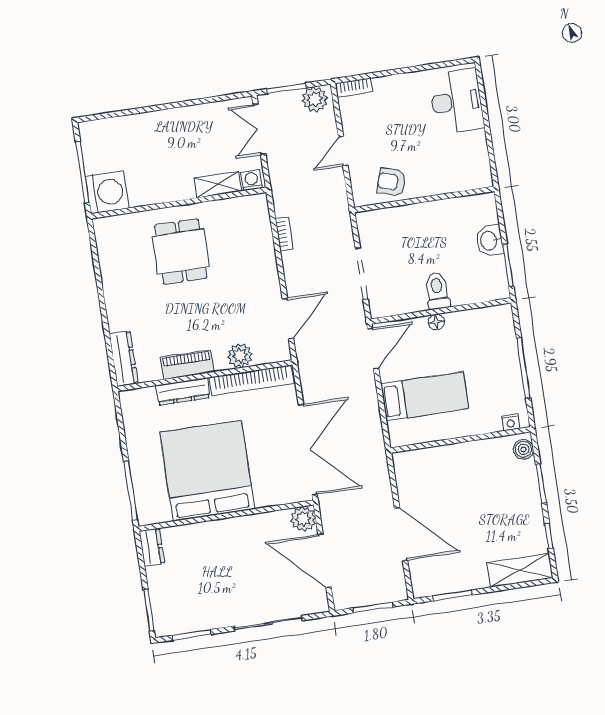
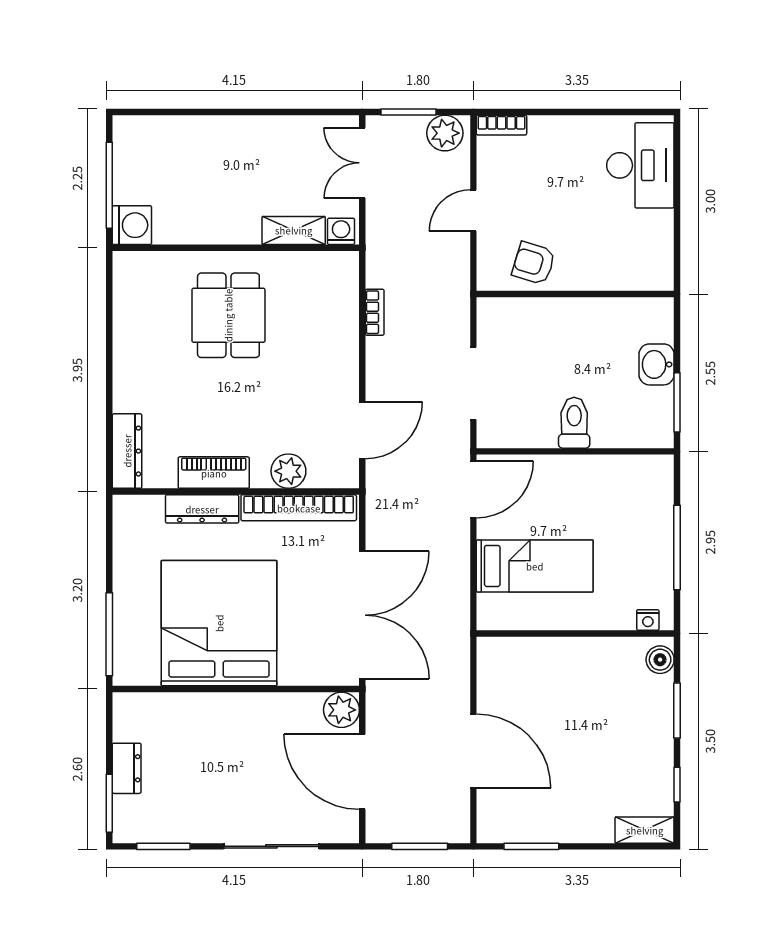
washing machine: (107, 192) -> (132, 225), width x0.73, depth x0.73
floor lamp: (436, 322) -> (566, 466), removed
dresser: (152, 547) -> (127, 768), moved
shelving: (520, 570) -> (645, 830), width x0.67, depth x0.75

